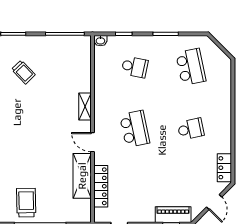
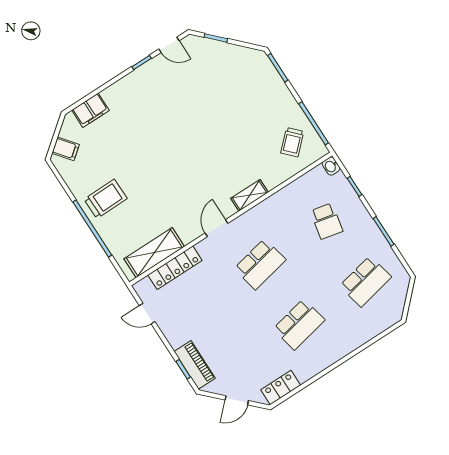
trolley: (23, 72) -> (292, 142), moved
school desk: (191, 129) -> (299, 324), width x1.85
shelving: (82, 176) -> (154, 253), moved

